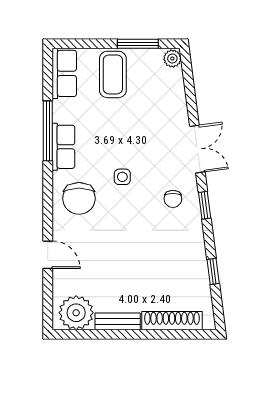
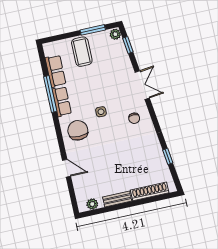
row of seats: (64, 73) -> (56, 71), moved
chair: (79, 198) -> (78, 130), turned 180
window: (205, 205) -> (128, 45), moved
plant: (76, 313) -> (92, 204), width x0.53, depth x0.53

